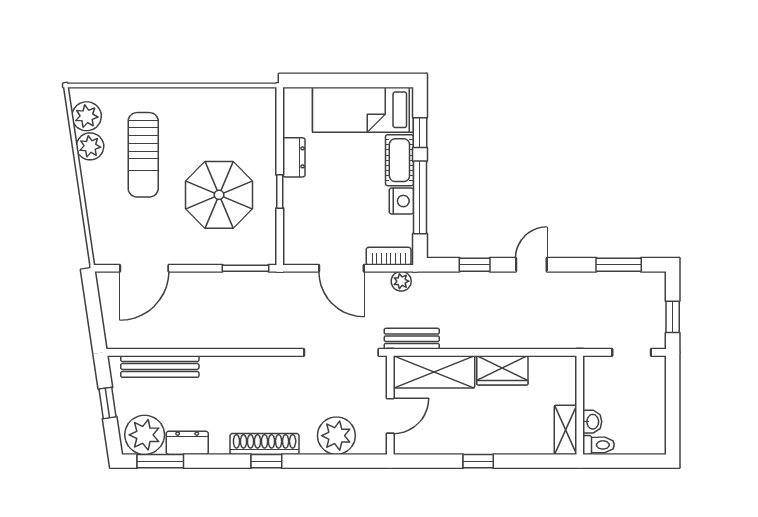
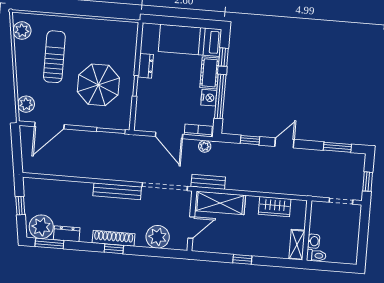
plant: (90, 146) -> (26, 104), moved
sun lounger: (143, 155) -> (54, 57), turned 180
bench: (160, 366) -> (117, 191), moved
wardrobe: (502, 370) -> (275, 207), moved

